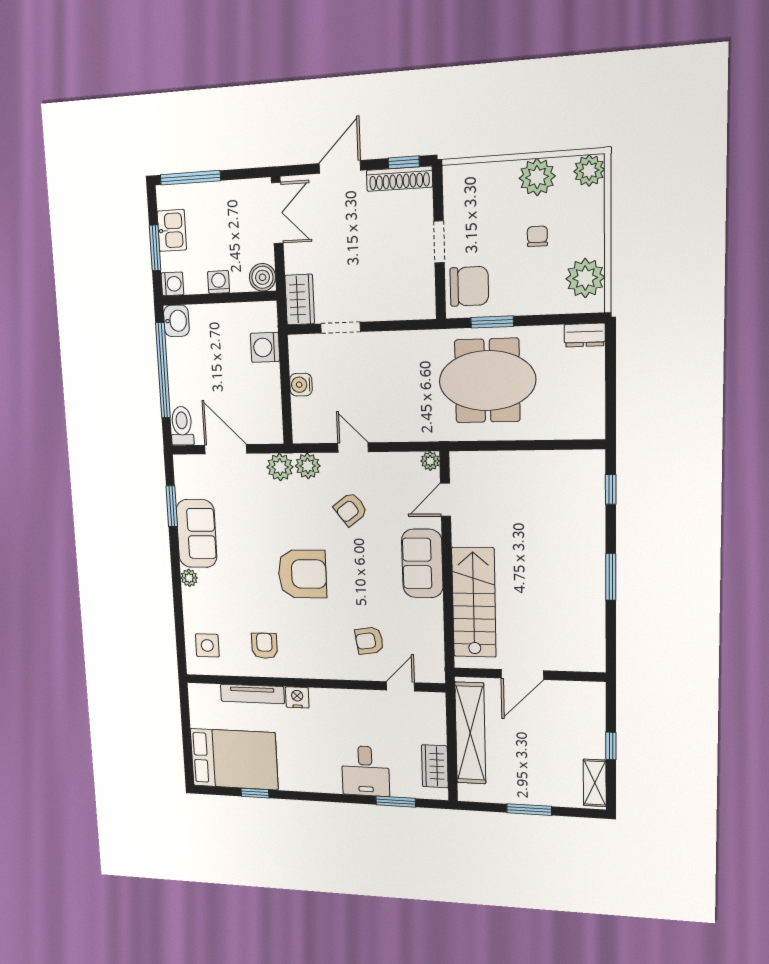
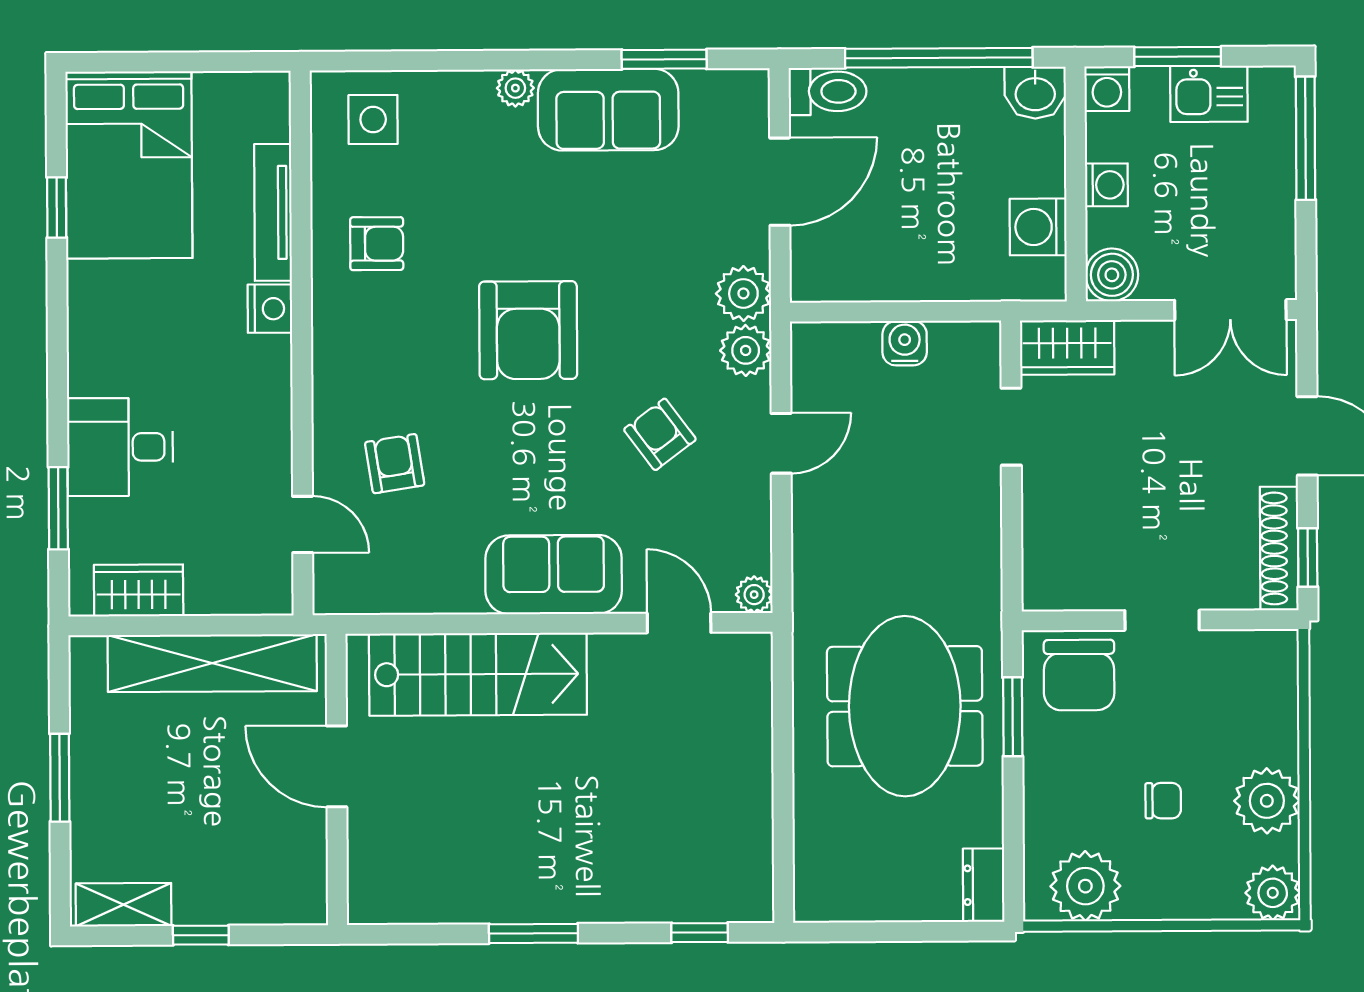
washing machine: (265, 347) -> (1038, 227), moved, turned -90

